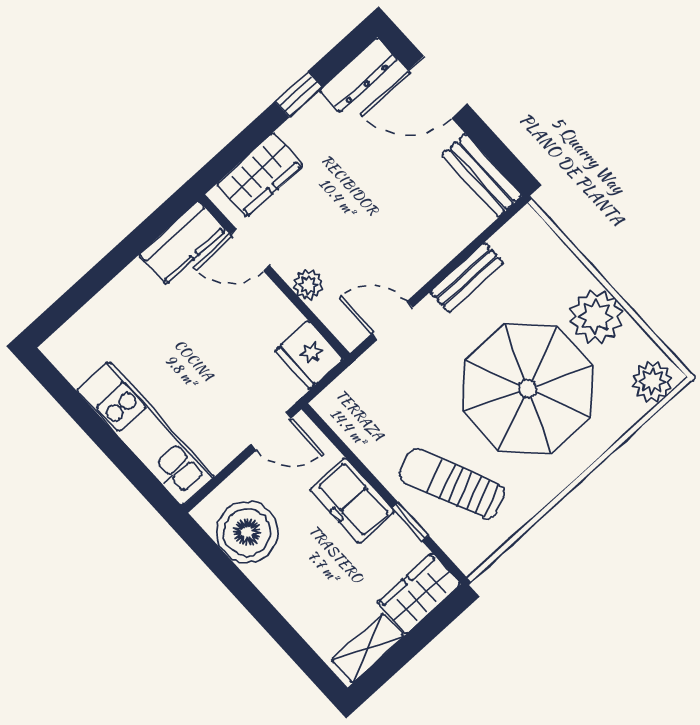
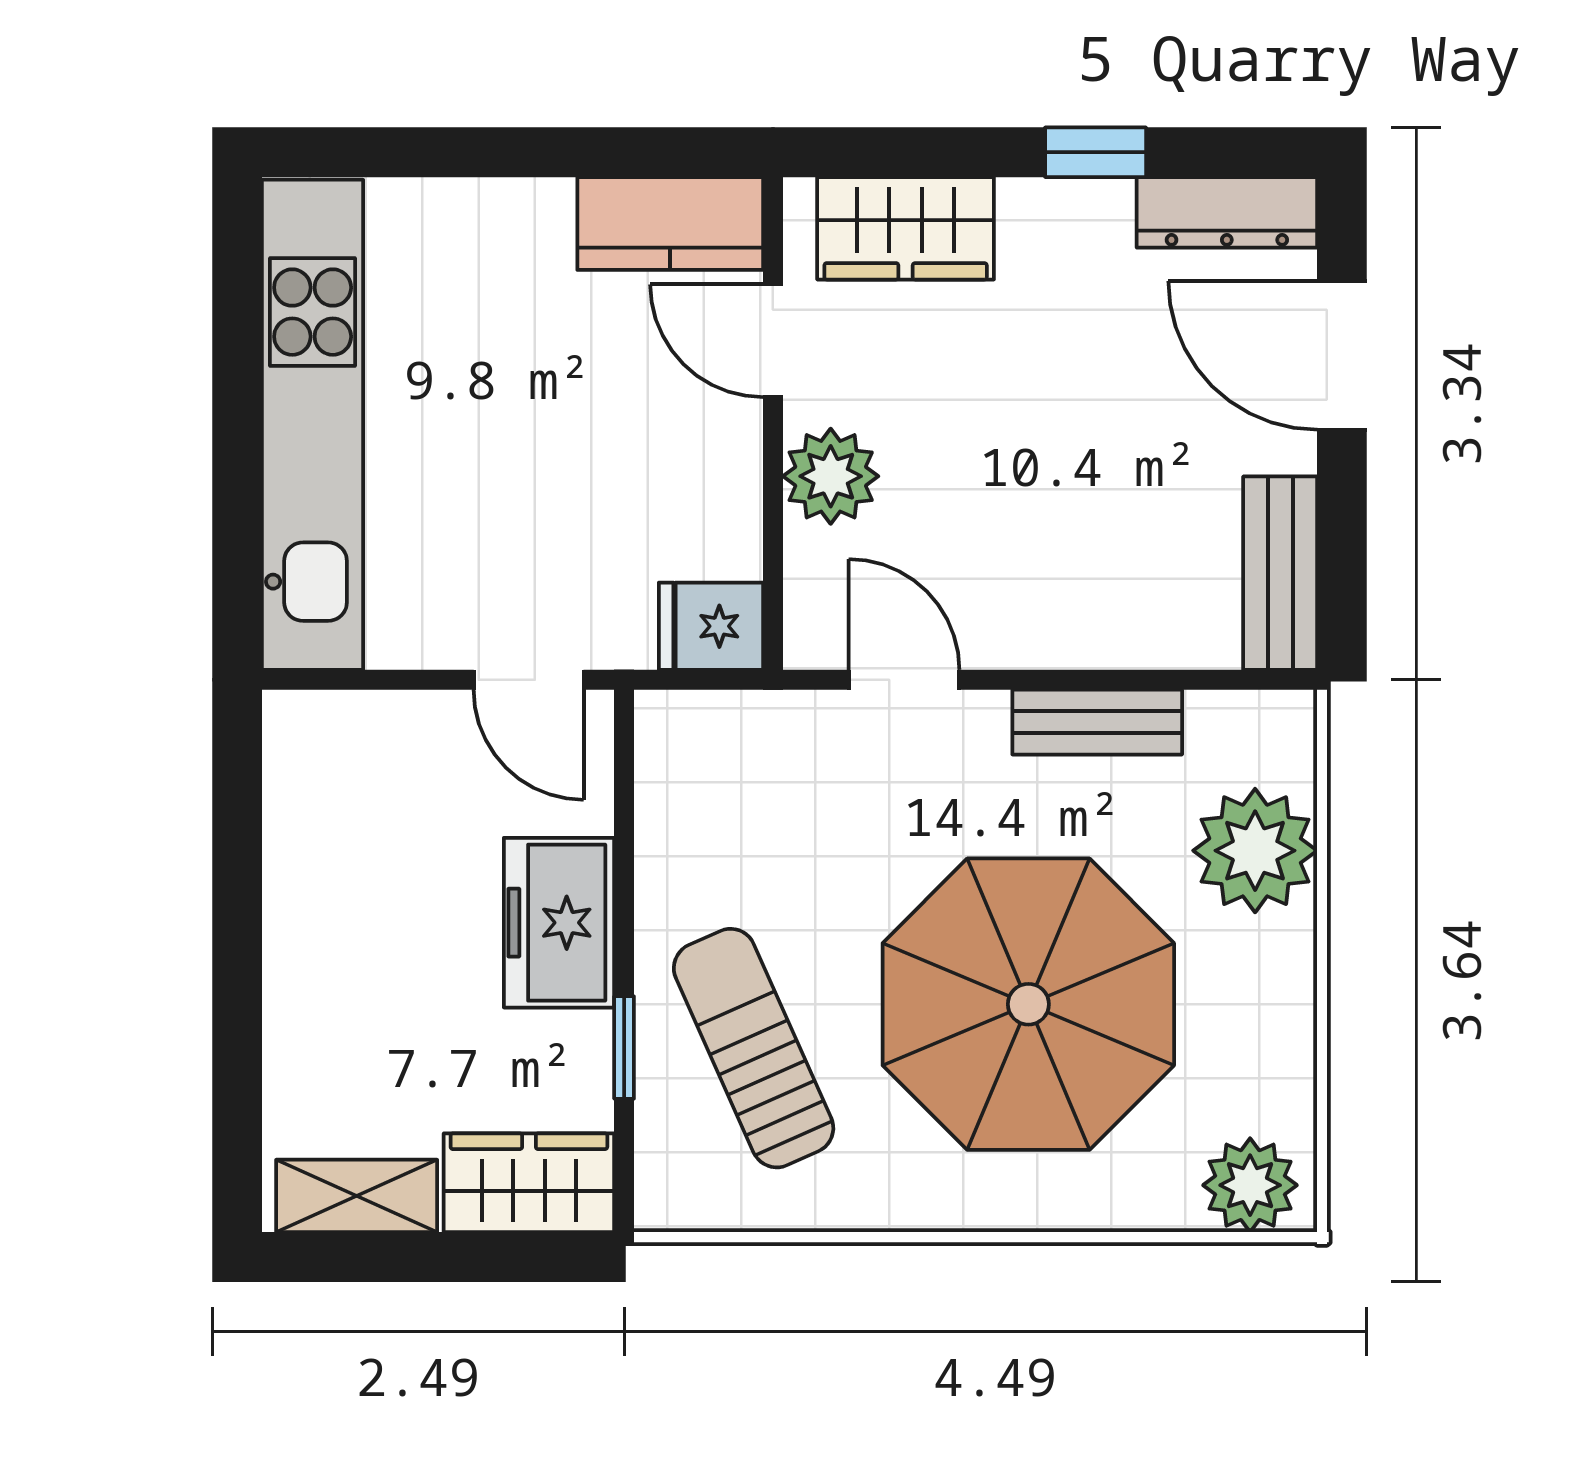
plant: (308, 285) -> (831, 476), width x1.38, depth x1.38
plant: (596, 317) -> (1255, 851), moved
fridge: (309, 355) -> (711, 626), width x0.72
kitchen unit: (146, 434) -> (313, 425), width x1.36
boiler: (247, 532) -> (332, 814), removed

